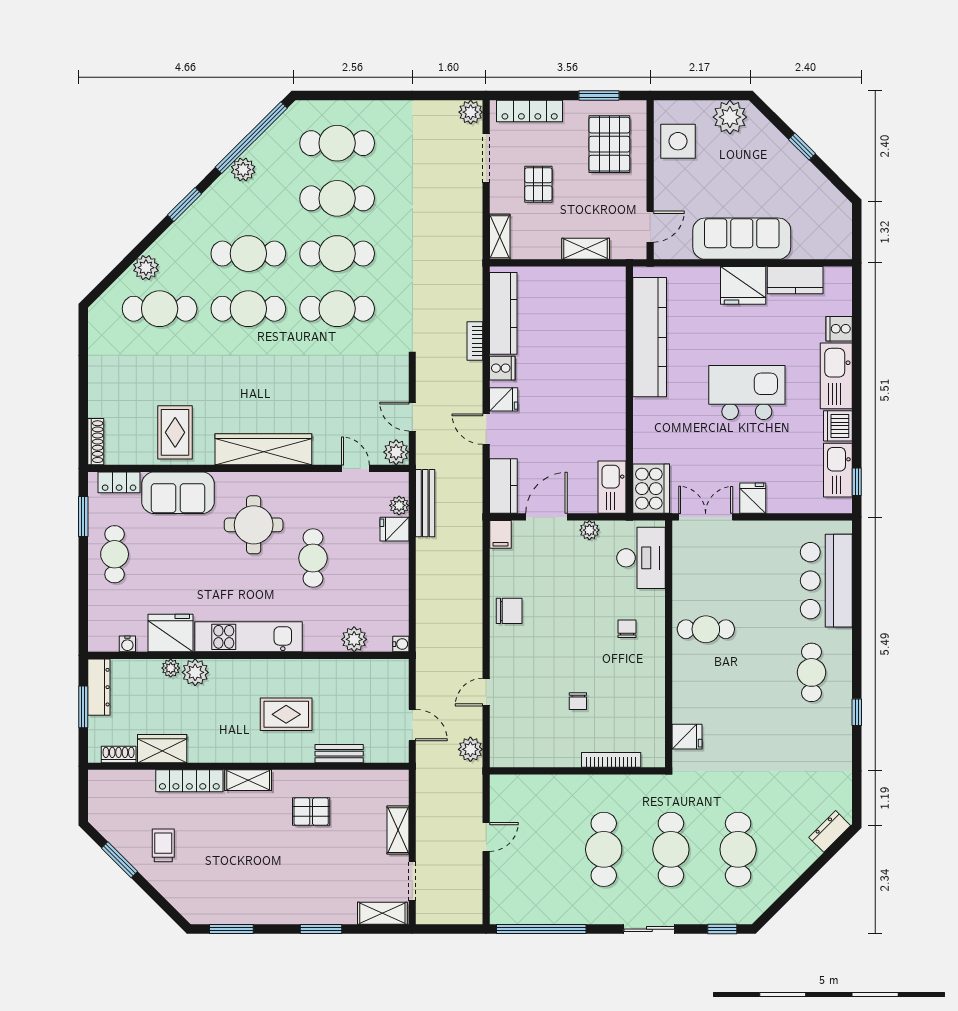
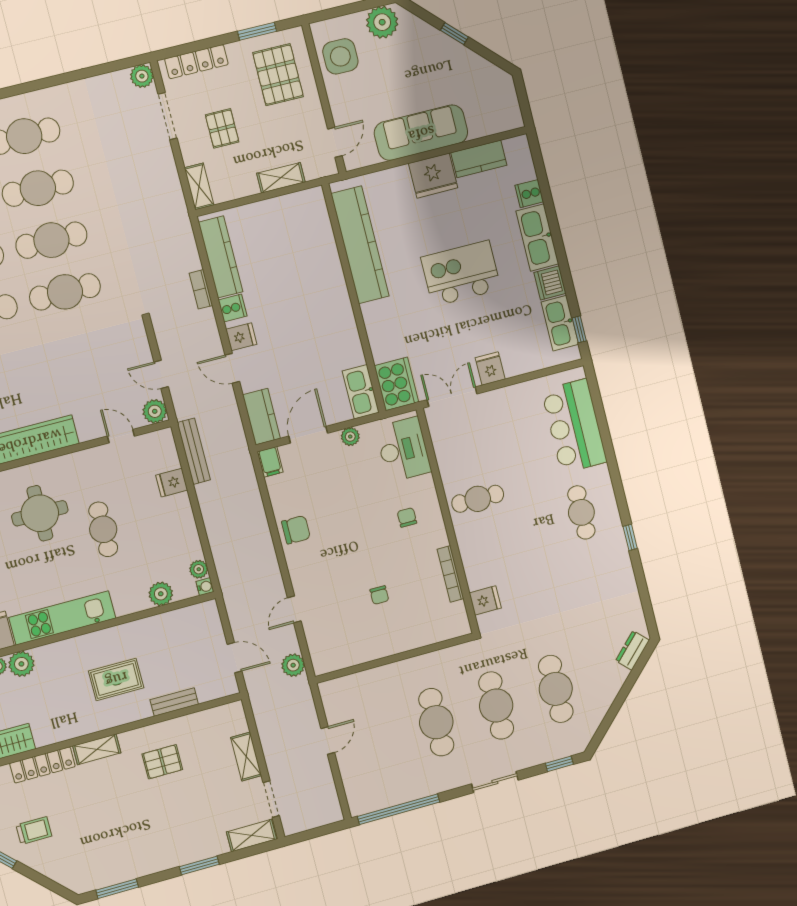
plant: (399, 505) -> (199, 569), moved
bookcase: (611, 760) -> (450, 574), moved, turned -90
trolley: (163, 845) -> (34, 831), turned 90

